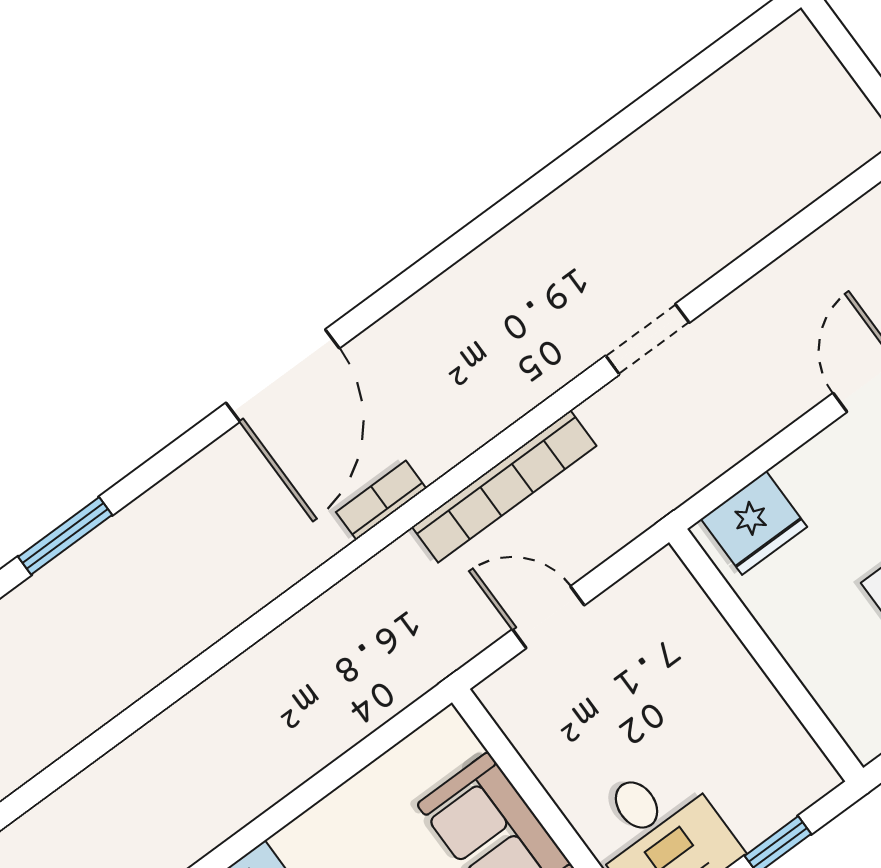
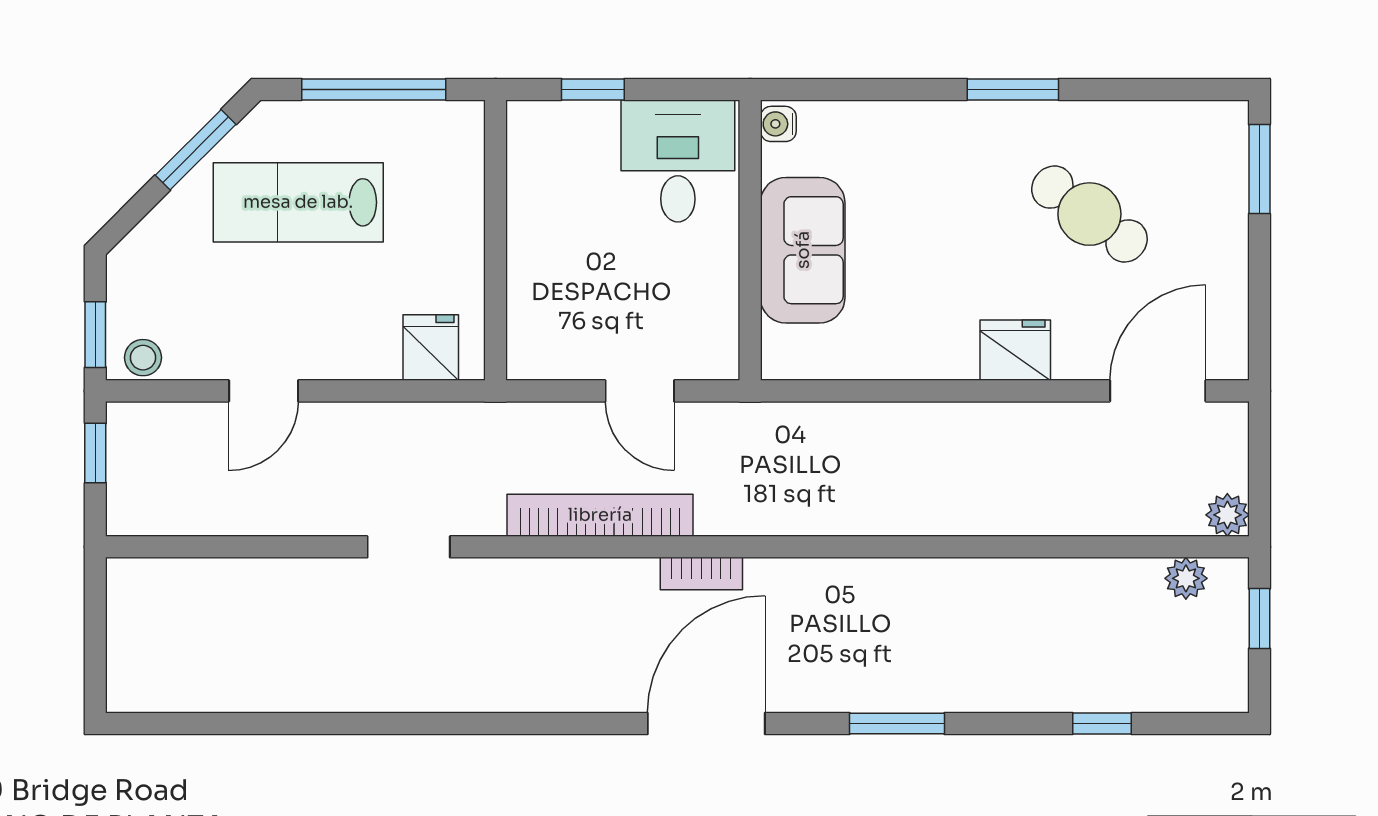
fridge: (754, 523) -> (431, 348), width x0.72
window: (65, 536) -> (897, 723), moved

